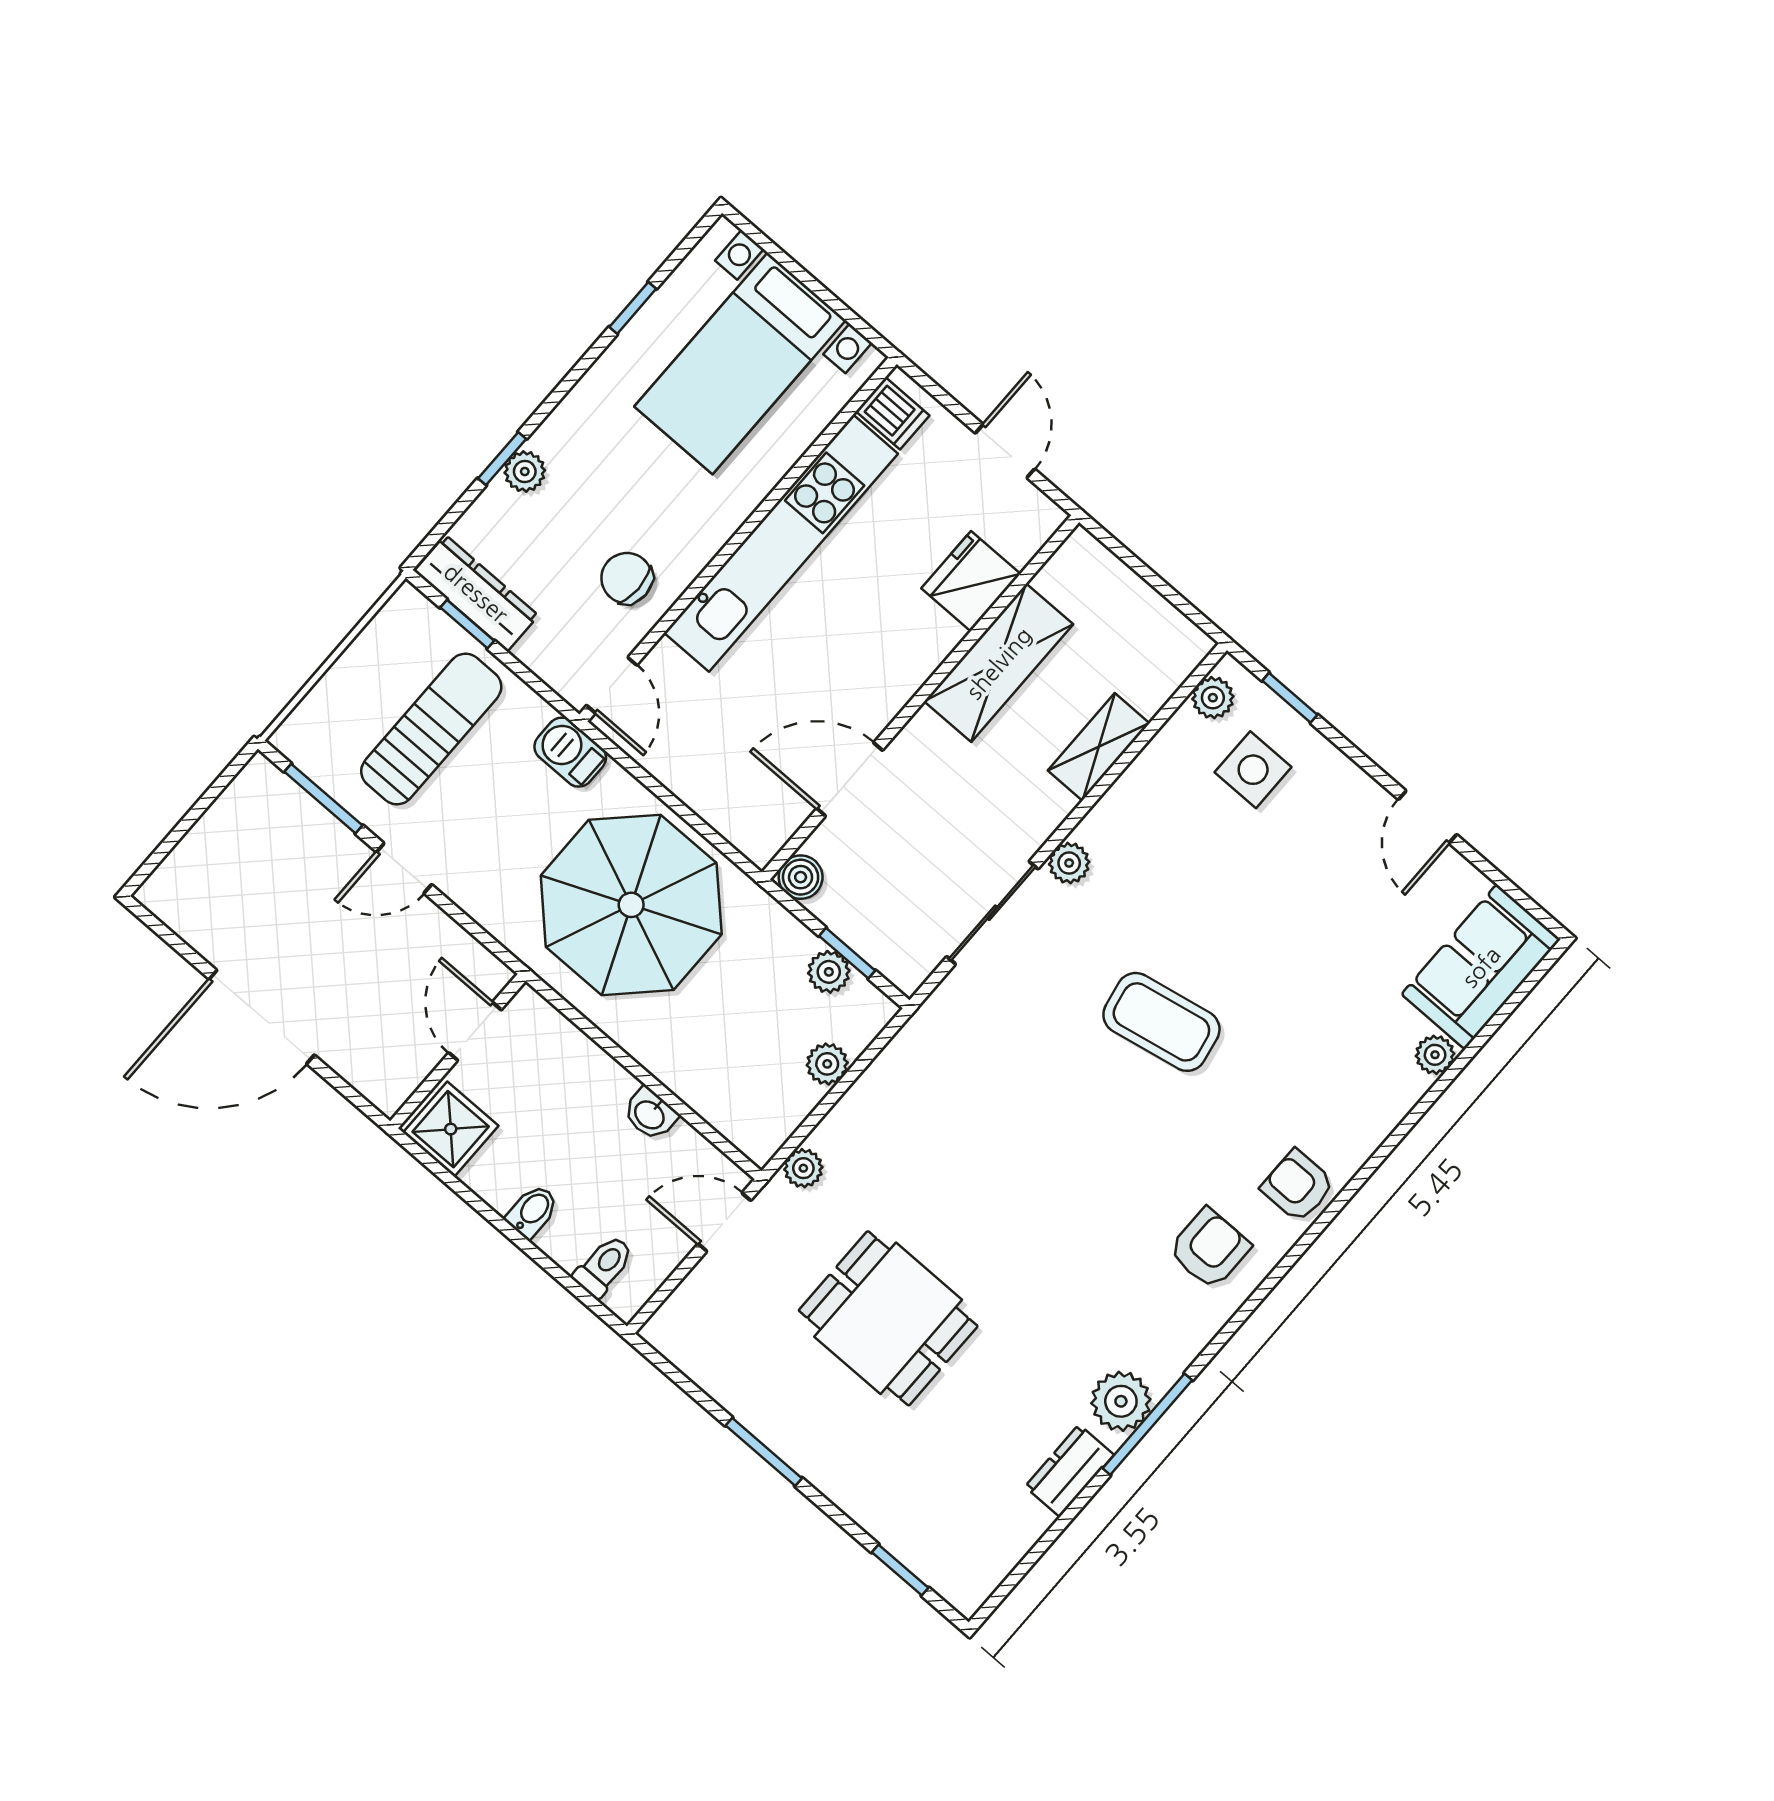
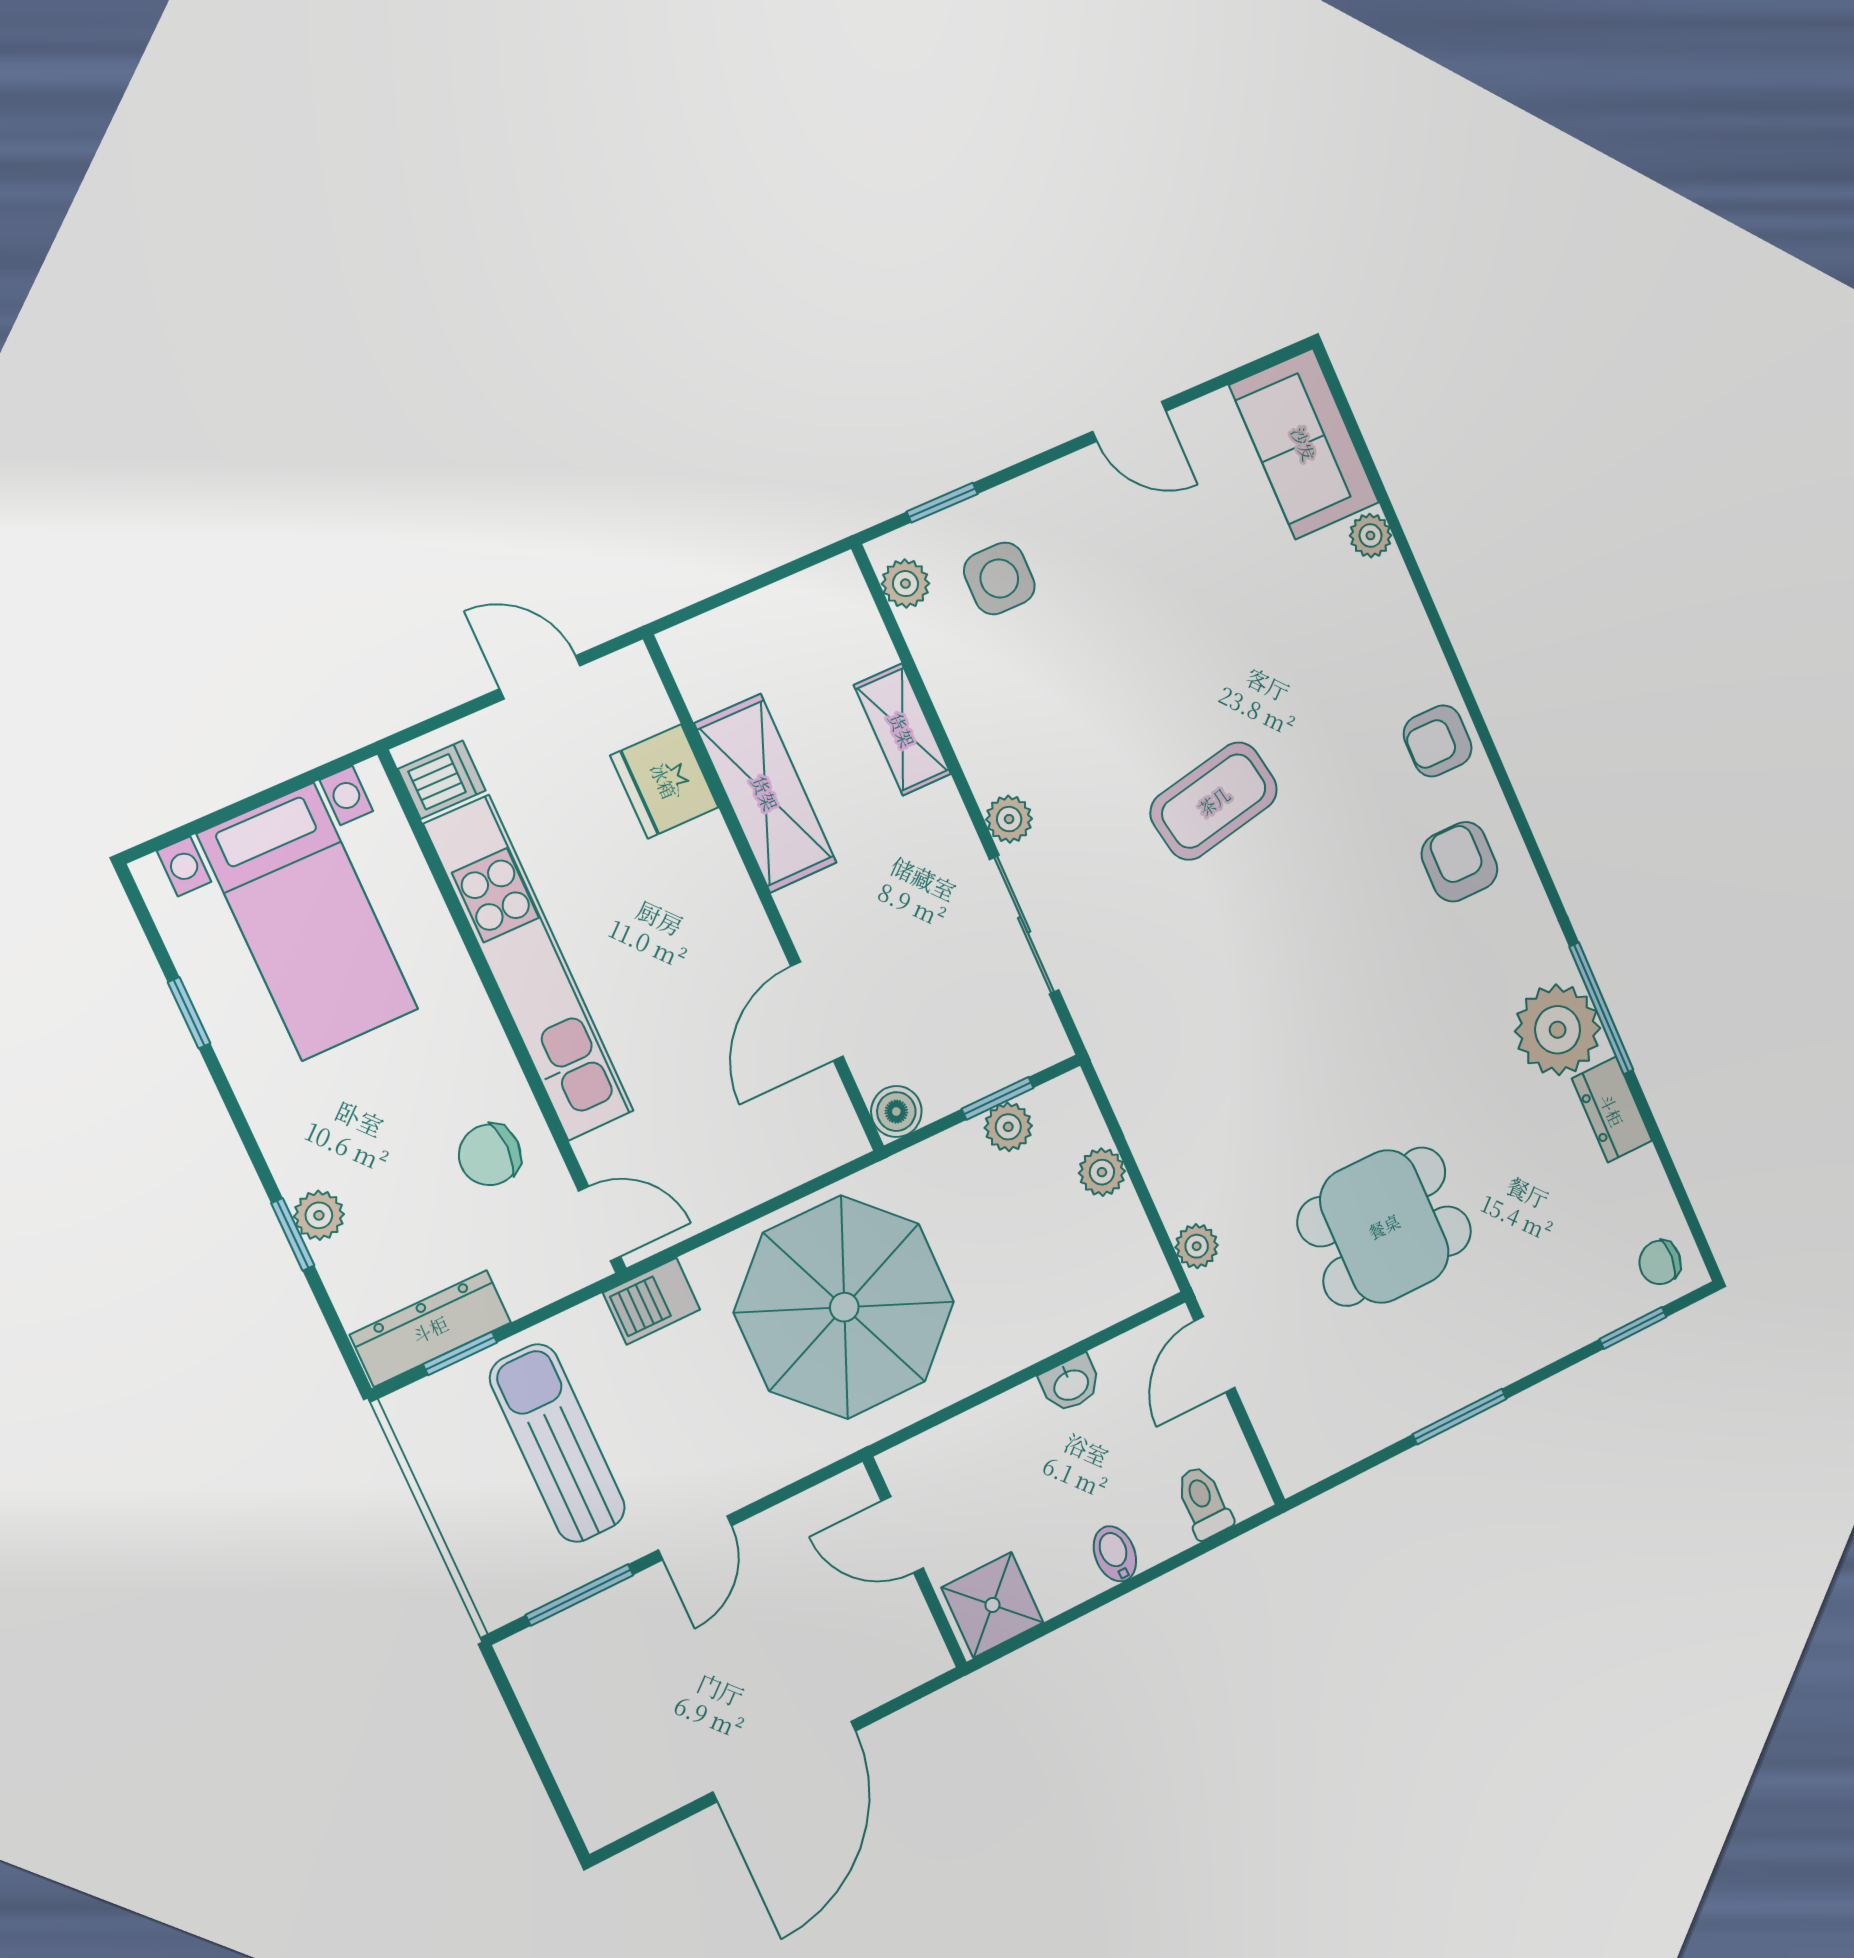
plant: (1121, 1401) -> (1558, 1030), width x1.36, depth x1.36
chair: (964, 1569) -> (1660, 1262), added

